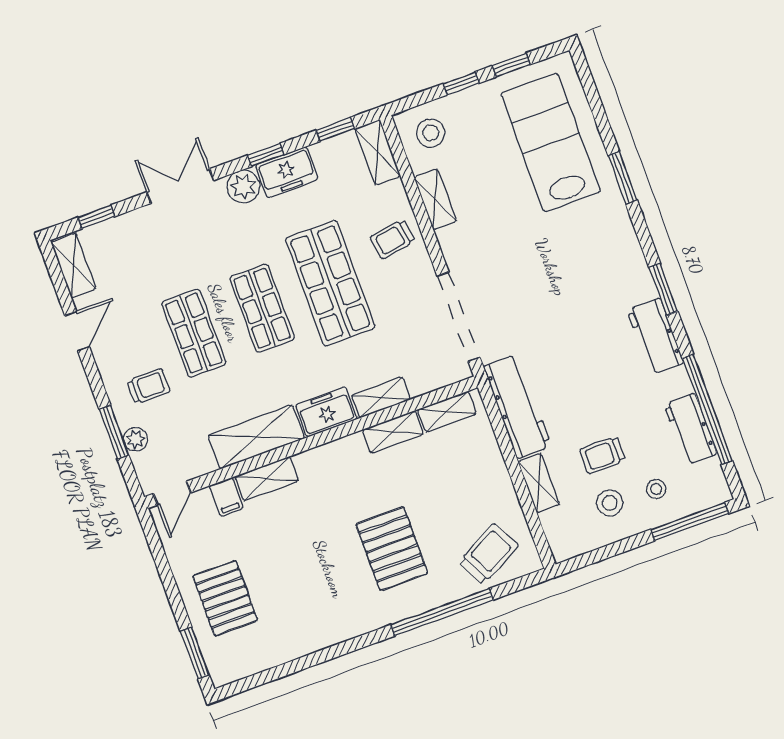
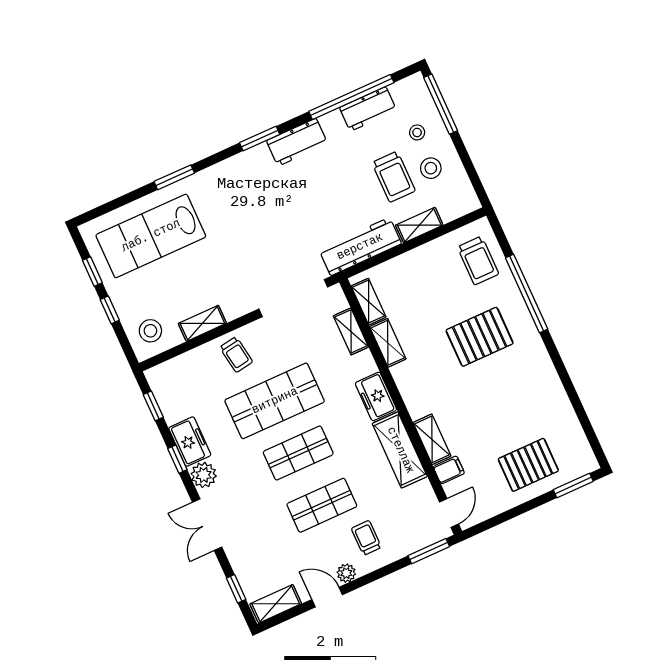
shelving: (378, 152) -> (169, 371), removed
shelving: (381, 397) -> (351, 331), moved
window: (114, 432) -> (429, 551), moved
plant: (135, 439) -> (346, 573), moved
trolley: (602, 455) -> (394, 177), width x1.36, depth x1.39
door: (172, 493) -> (449, 513), hinge flipped
trolley: (488, 554) -> (478, 260), turned -152

